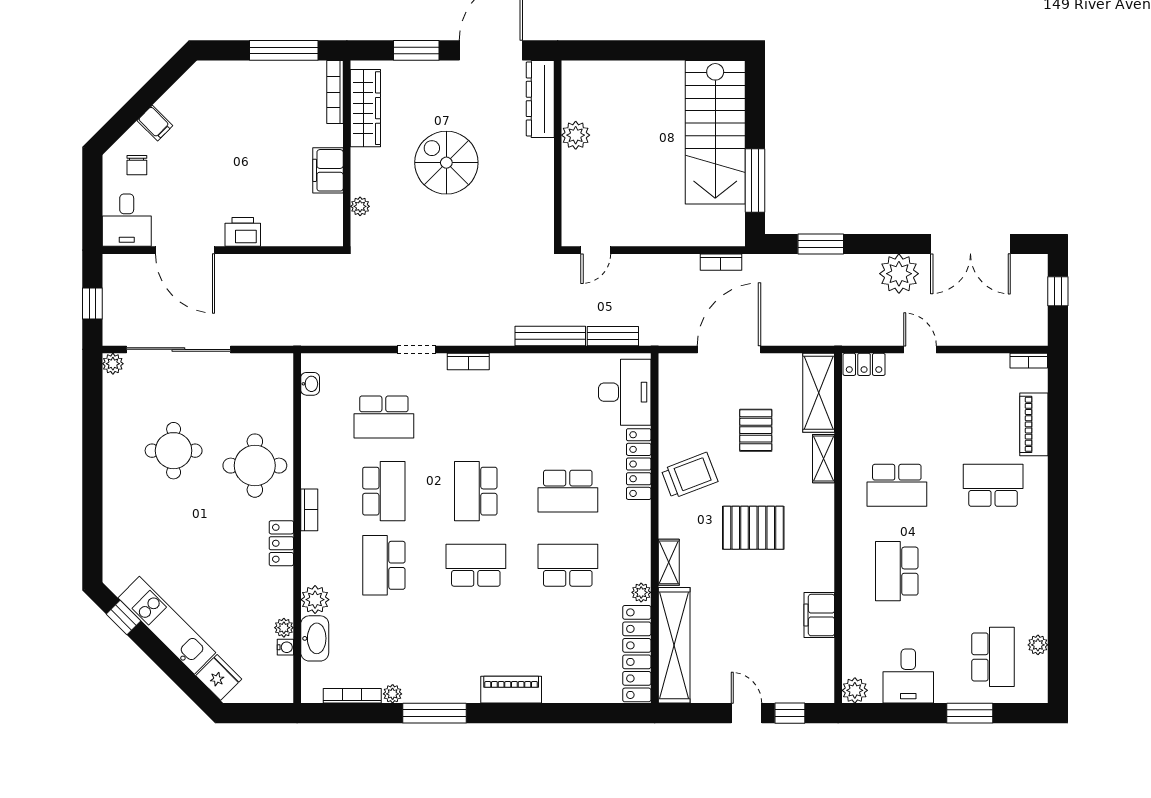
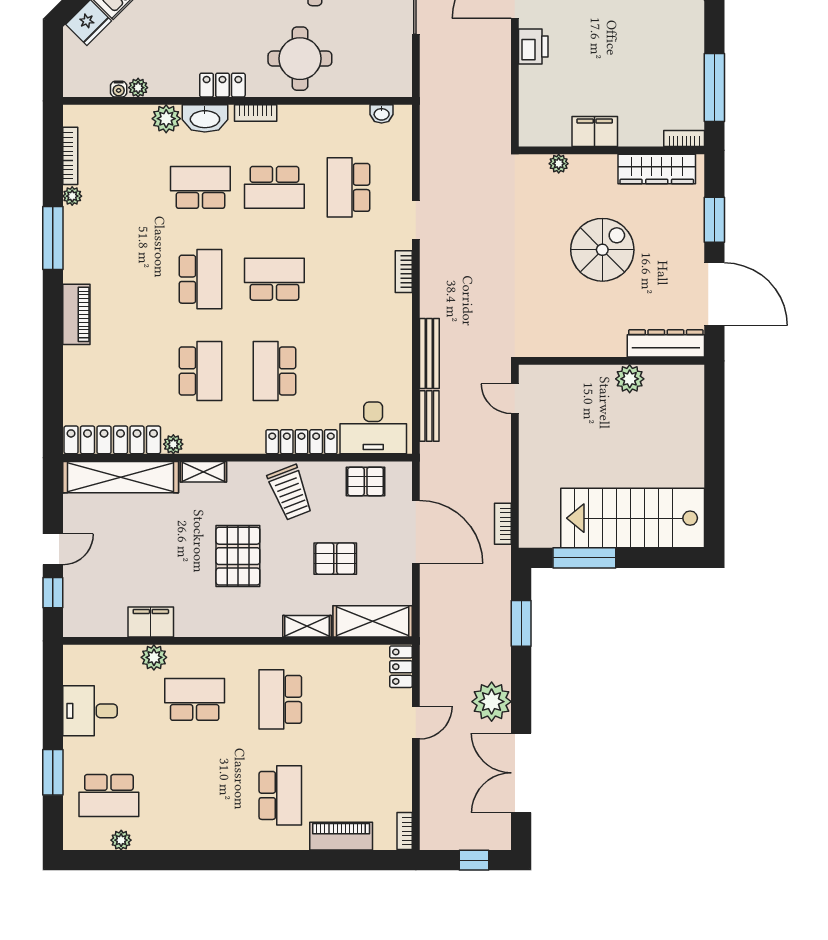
bookcase: (335, 92) -> (684, 139), width x0.64
pallet: (678, 400) -> (366, 481), added
washbasin: (315, 638) -> (205, 118), moved
plant: (855, 690) -> (154, 657), moved

